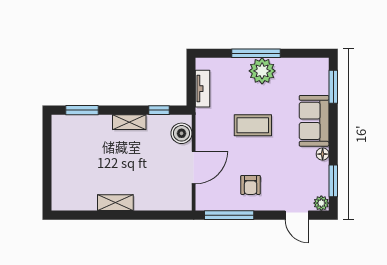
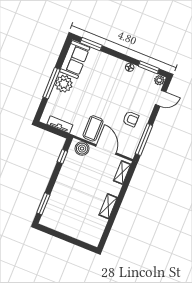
sofa: (314, 121) -> (75, 60), moved, turned -90
shelving: (129, 122) -> (122, 173), moved
coffee table: (253, 125) -> (93, 128), moved

